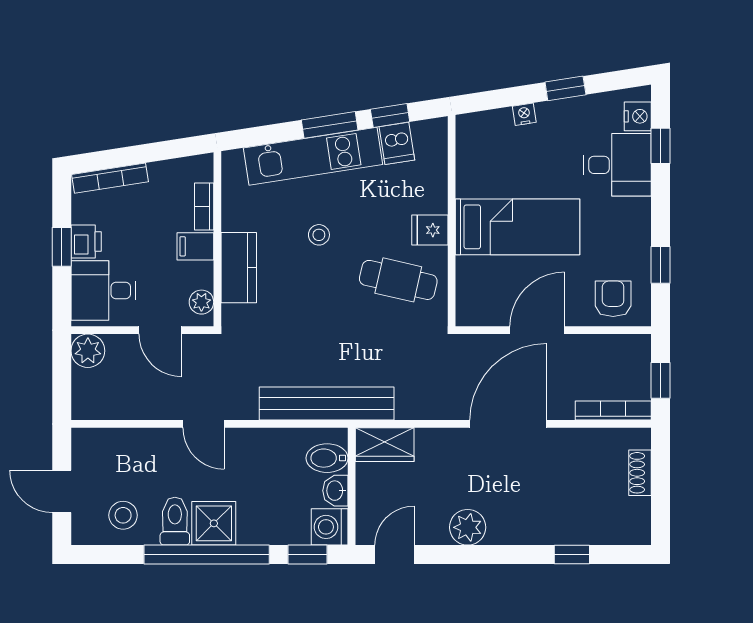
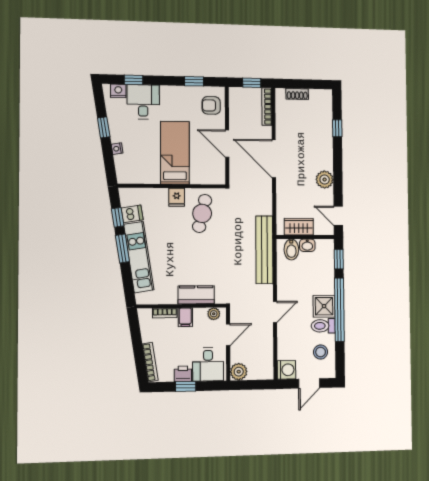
stool: (319, 235) -> (179, 254), removed
wardrobe: (385, 445) -> (299, 227), moved, turned -90
washing machine: (330, 527) -> (286, 370), moved, turned -90

